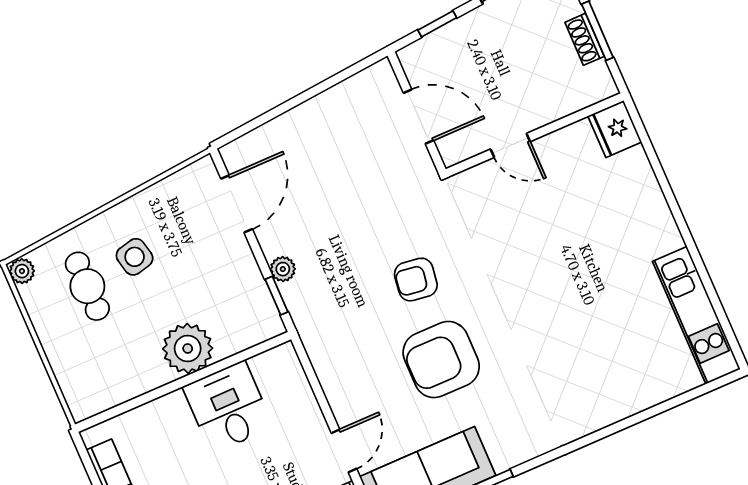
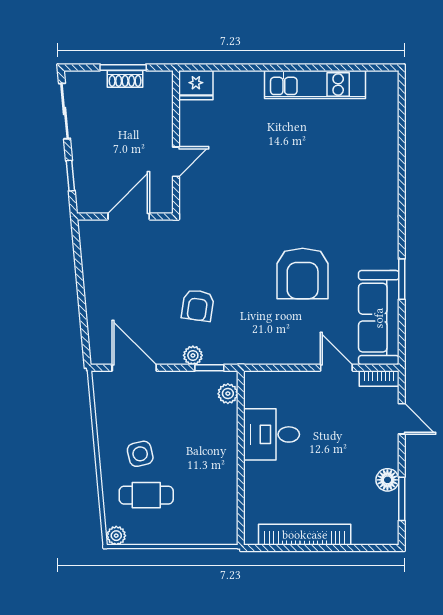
armchair: (416, 280) -> (198, 305), moved
kitchen unit: (696, 315) -> (315, 85), moved
plant: (188, 348) -> (228, 394), moved, width x0.53, depth x0.53

